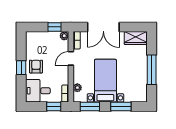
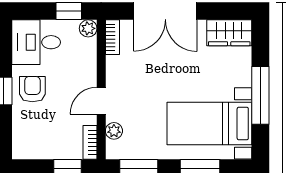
door: (71, 58) -> (101, 101), moved
bed with nightstands: (105, 81) -> (209, 123), moved, turned -90
desk: (38, 91) -> (36, 42), moved

